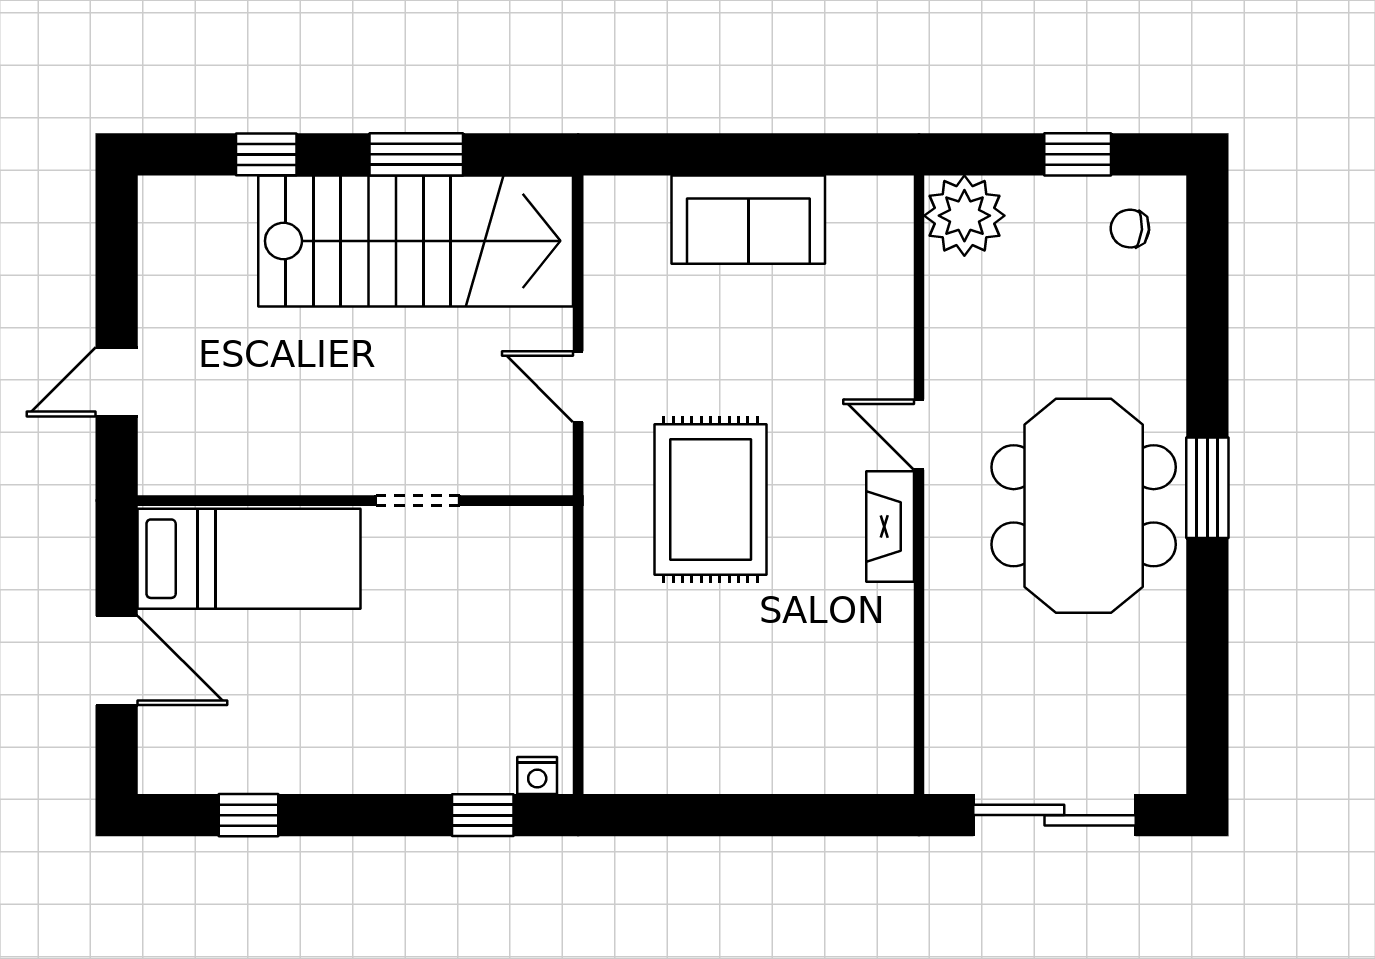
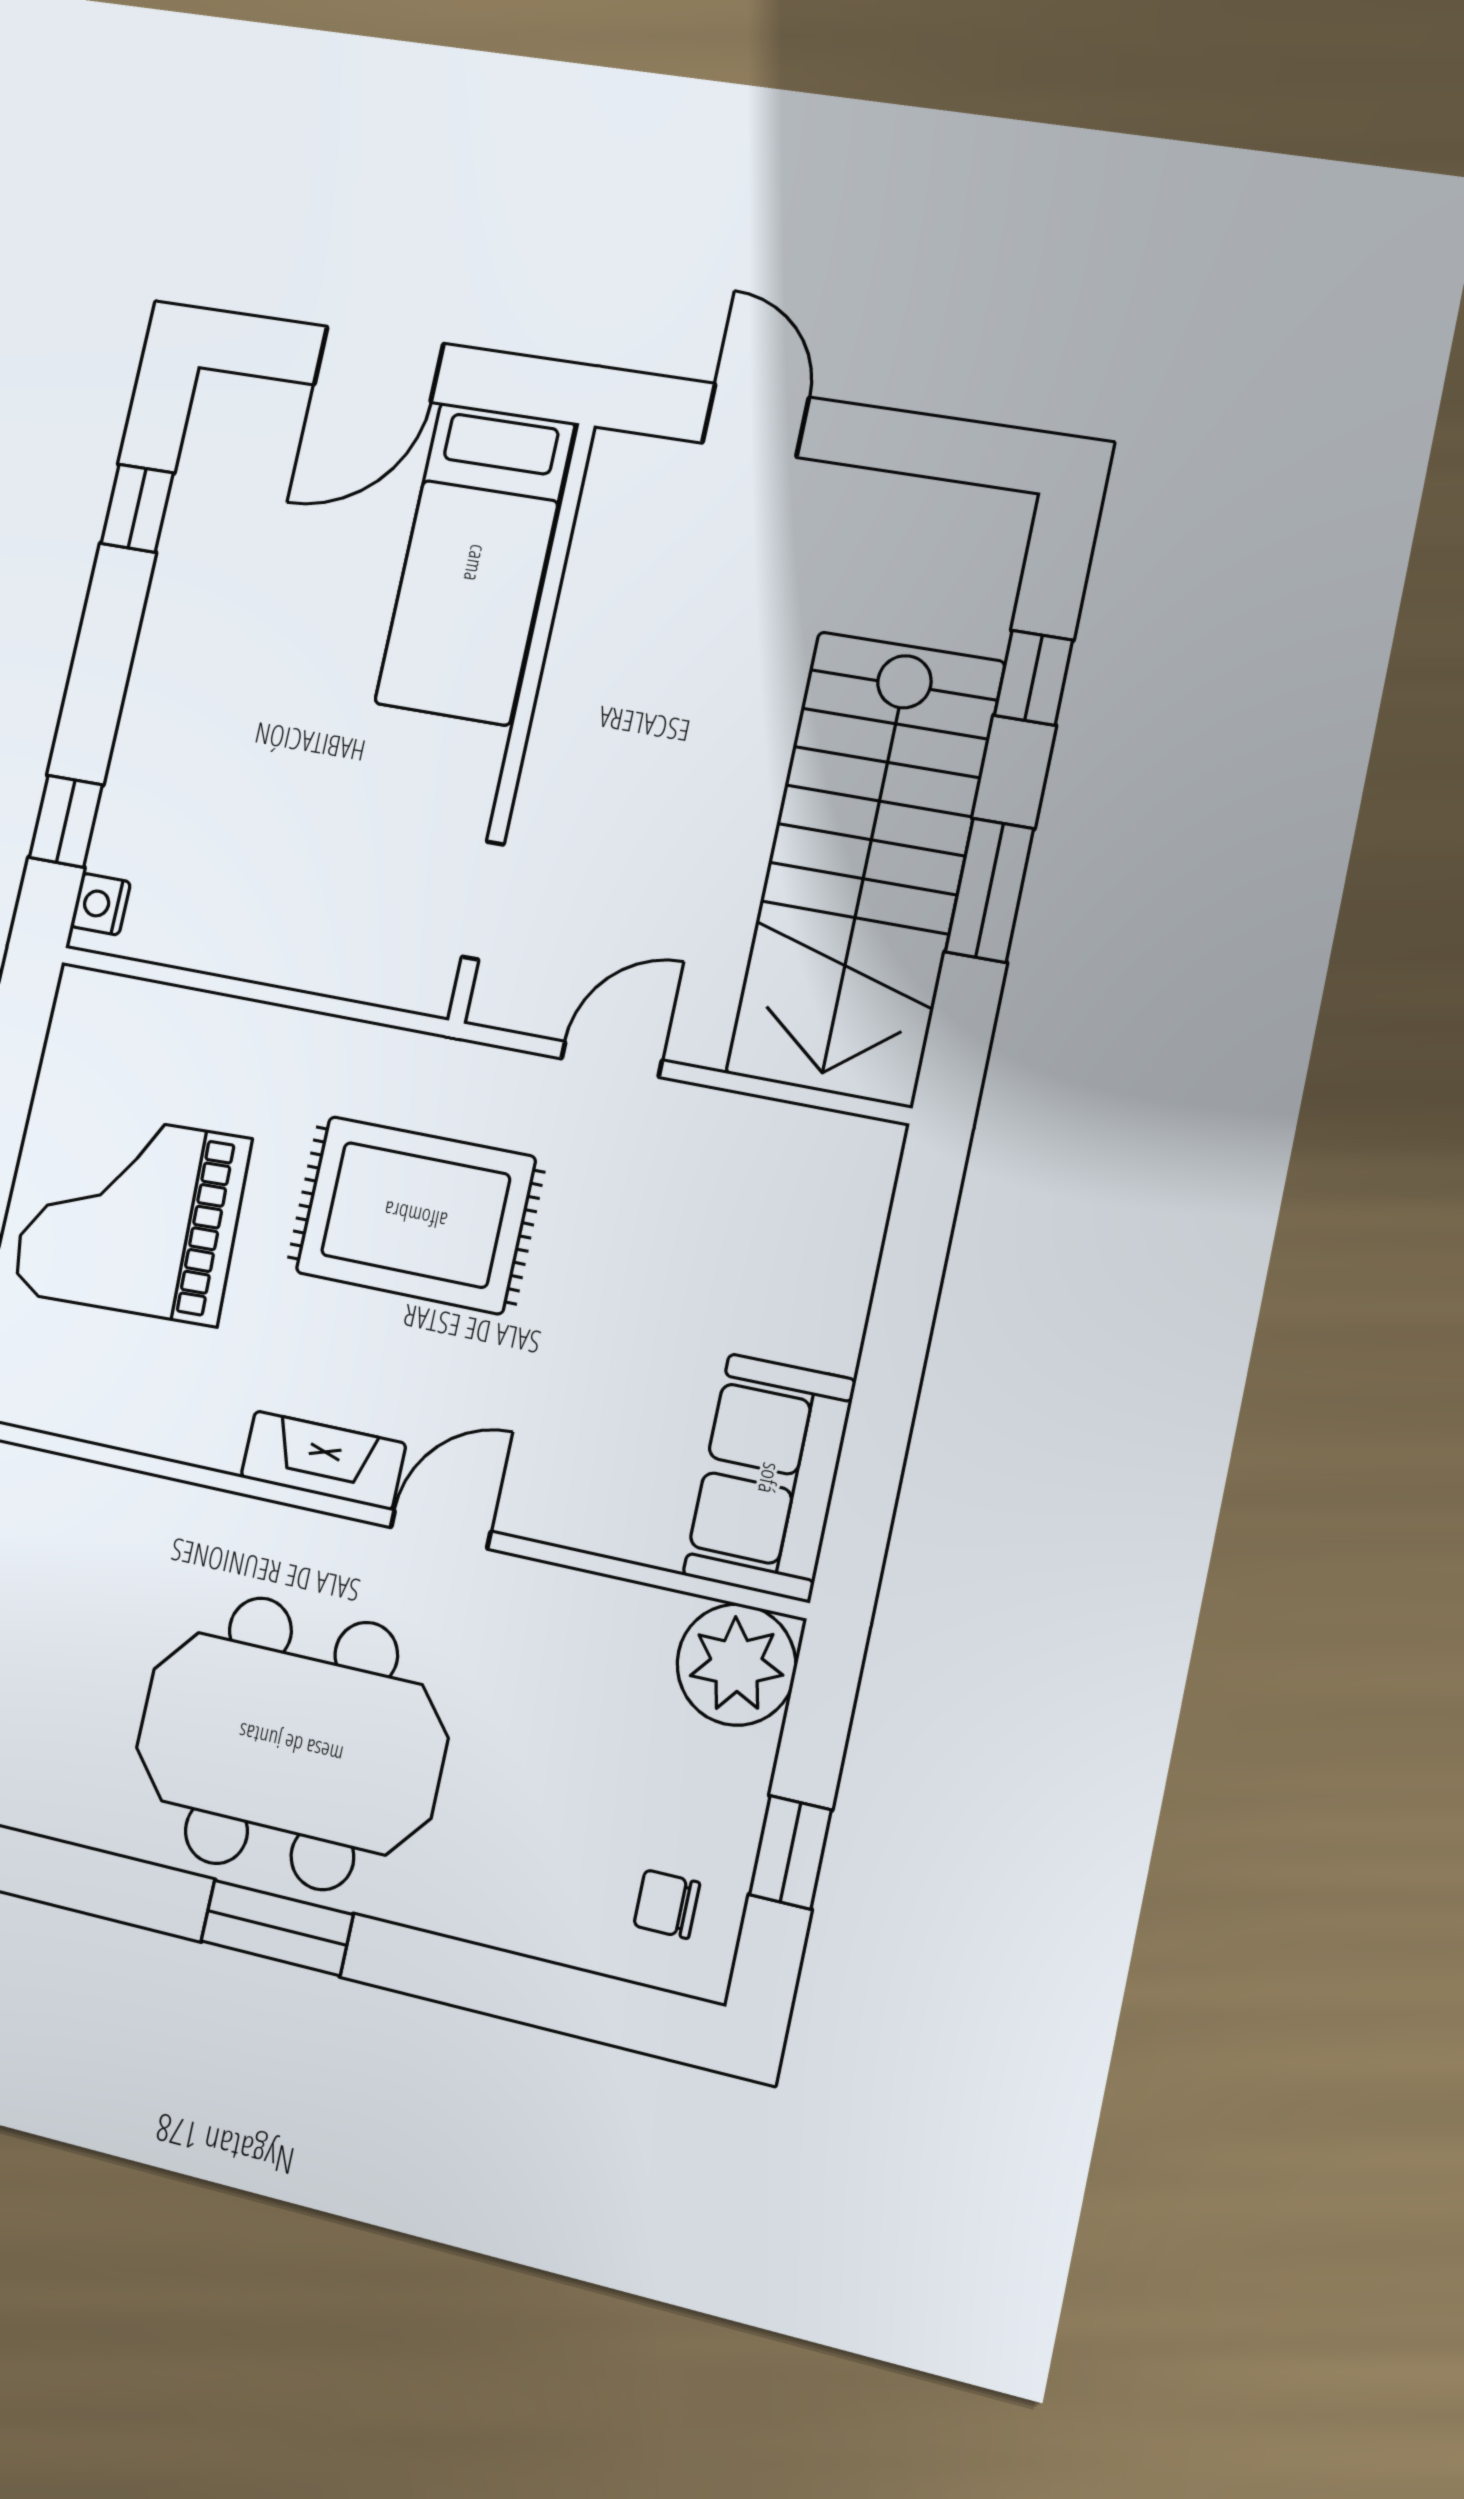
sofa: (748, 220) -> (769, 1478), moved
chair: (1130, 229) -> (667, 1904), turned -95
doorway: (418, 501) -> (483, 901), moved
grand piano: (751, 702) -> (131, 1215), added

